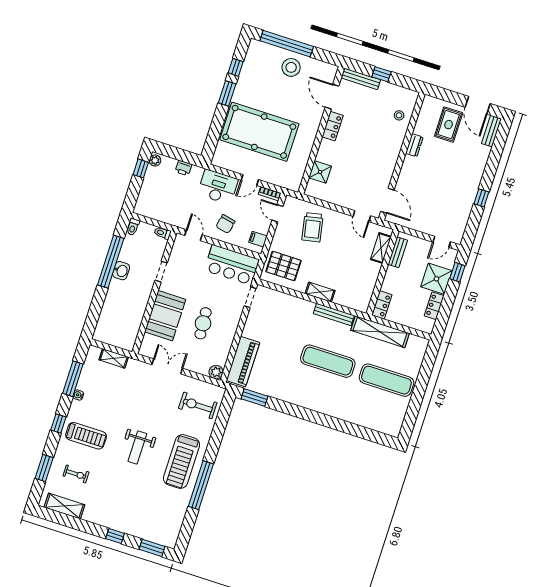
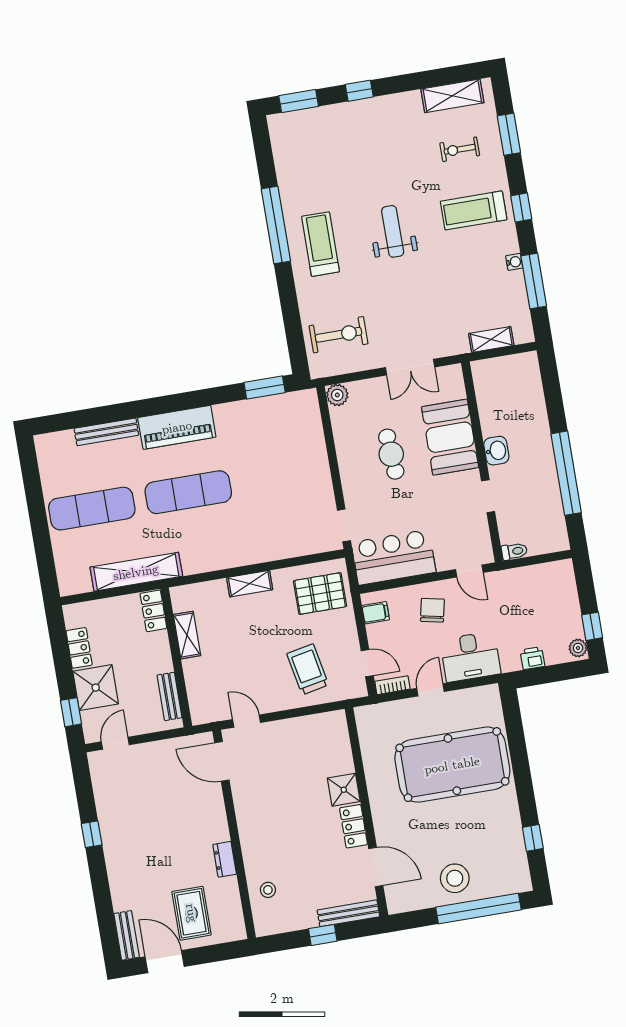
window: (227, 93) -> (526, 795), removed
shower: (320, 172) -> (344, 790), moved
toilet: (133, 227) -> (561, 538), removed
shelving: (381, 248) -> (187, 635), moved
washbasin: (121, 271) -> (496, 451), moved, turned 180
bench: (334, 315) -> (106, 432), moved
piano: (243, 362) -> (177, 427), moved, turned -90
treadmill: (181, 461) -> (320, 244), width x0.73, depth x0.73

